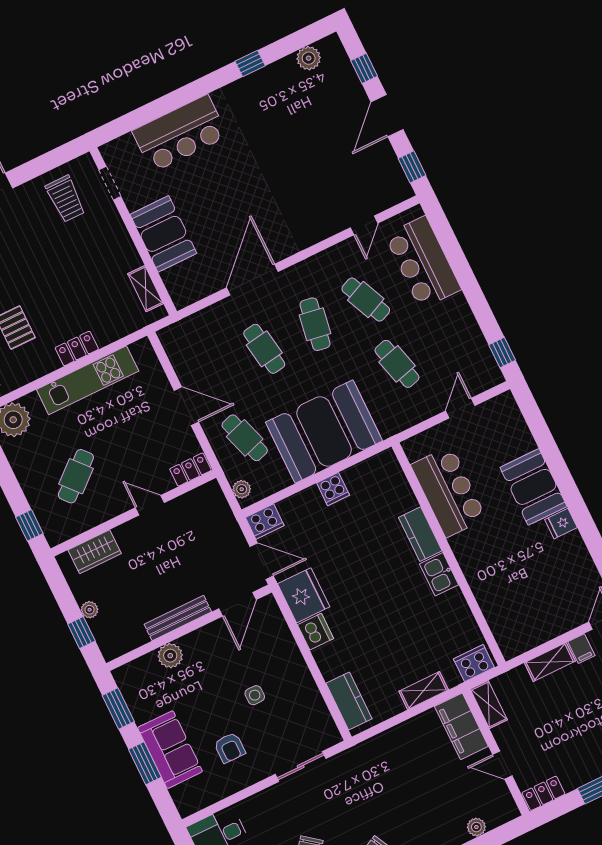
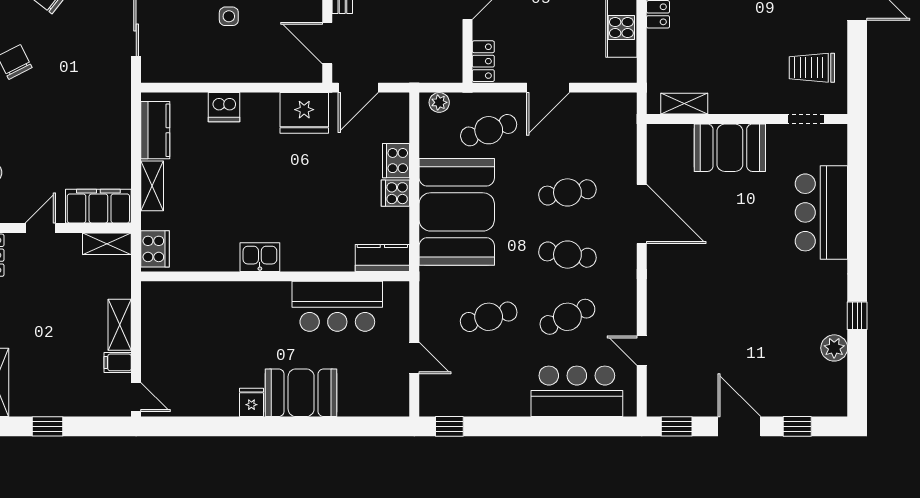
plant: (309, 58) -> (834, 348), moved
cooker: (265, 521) -> (396, 161), moved
kitchen counter: (420, 534) -> (382, 258), moved
dishwasher: (316, 632) -> (224, 107), moved
kitchen counter: (349, 701) -> (155, 130), moved, turned -90

